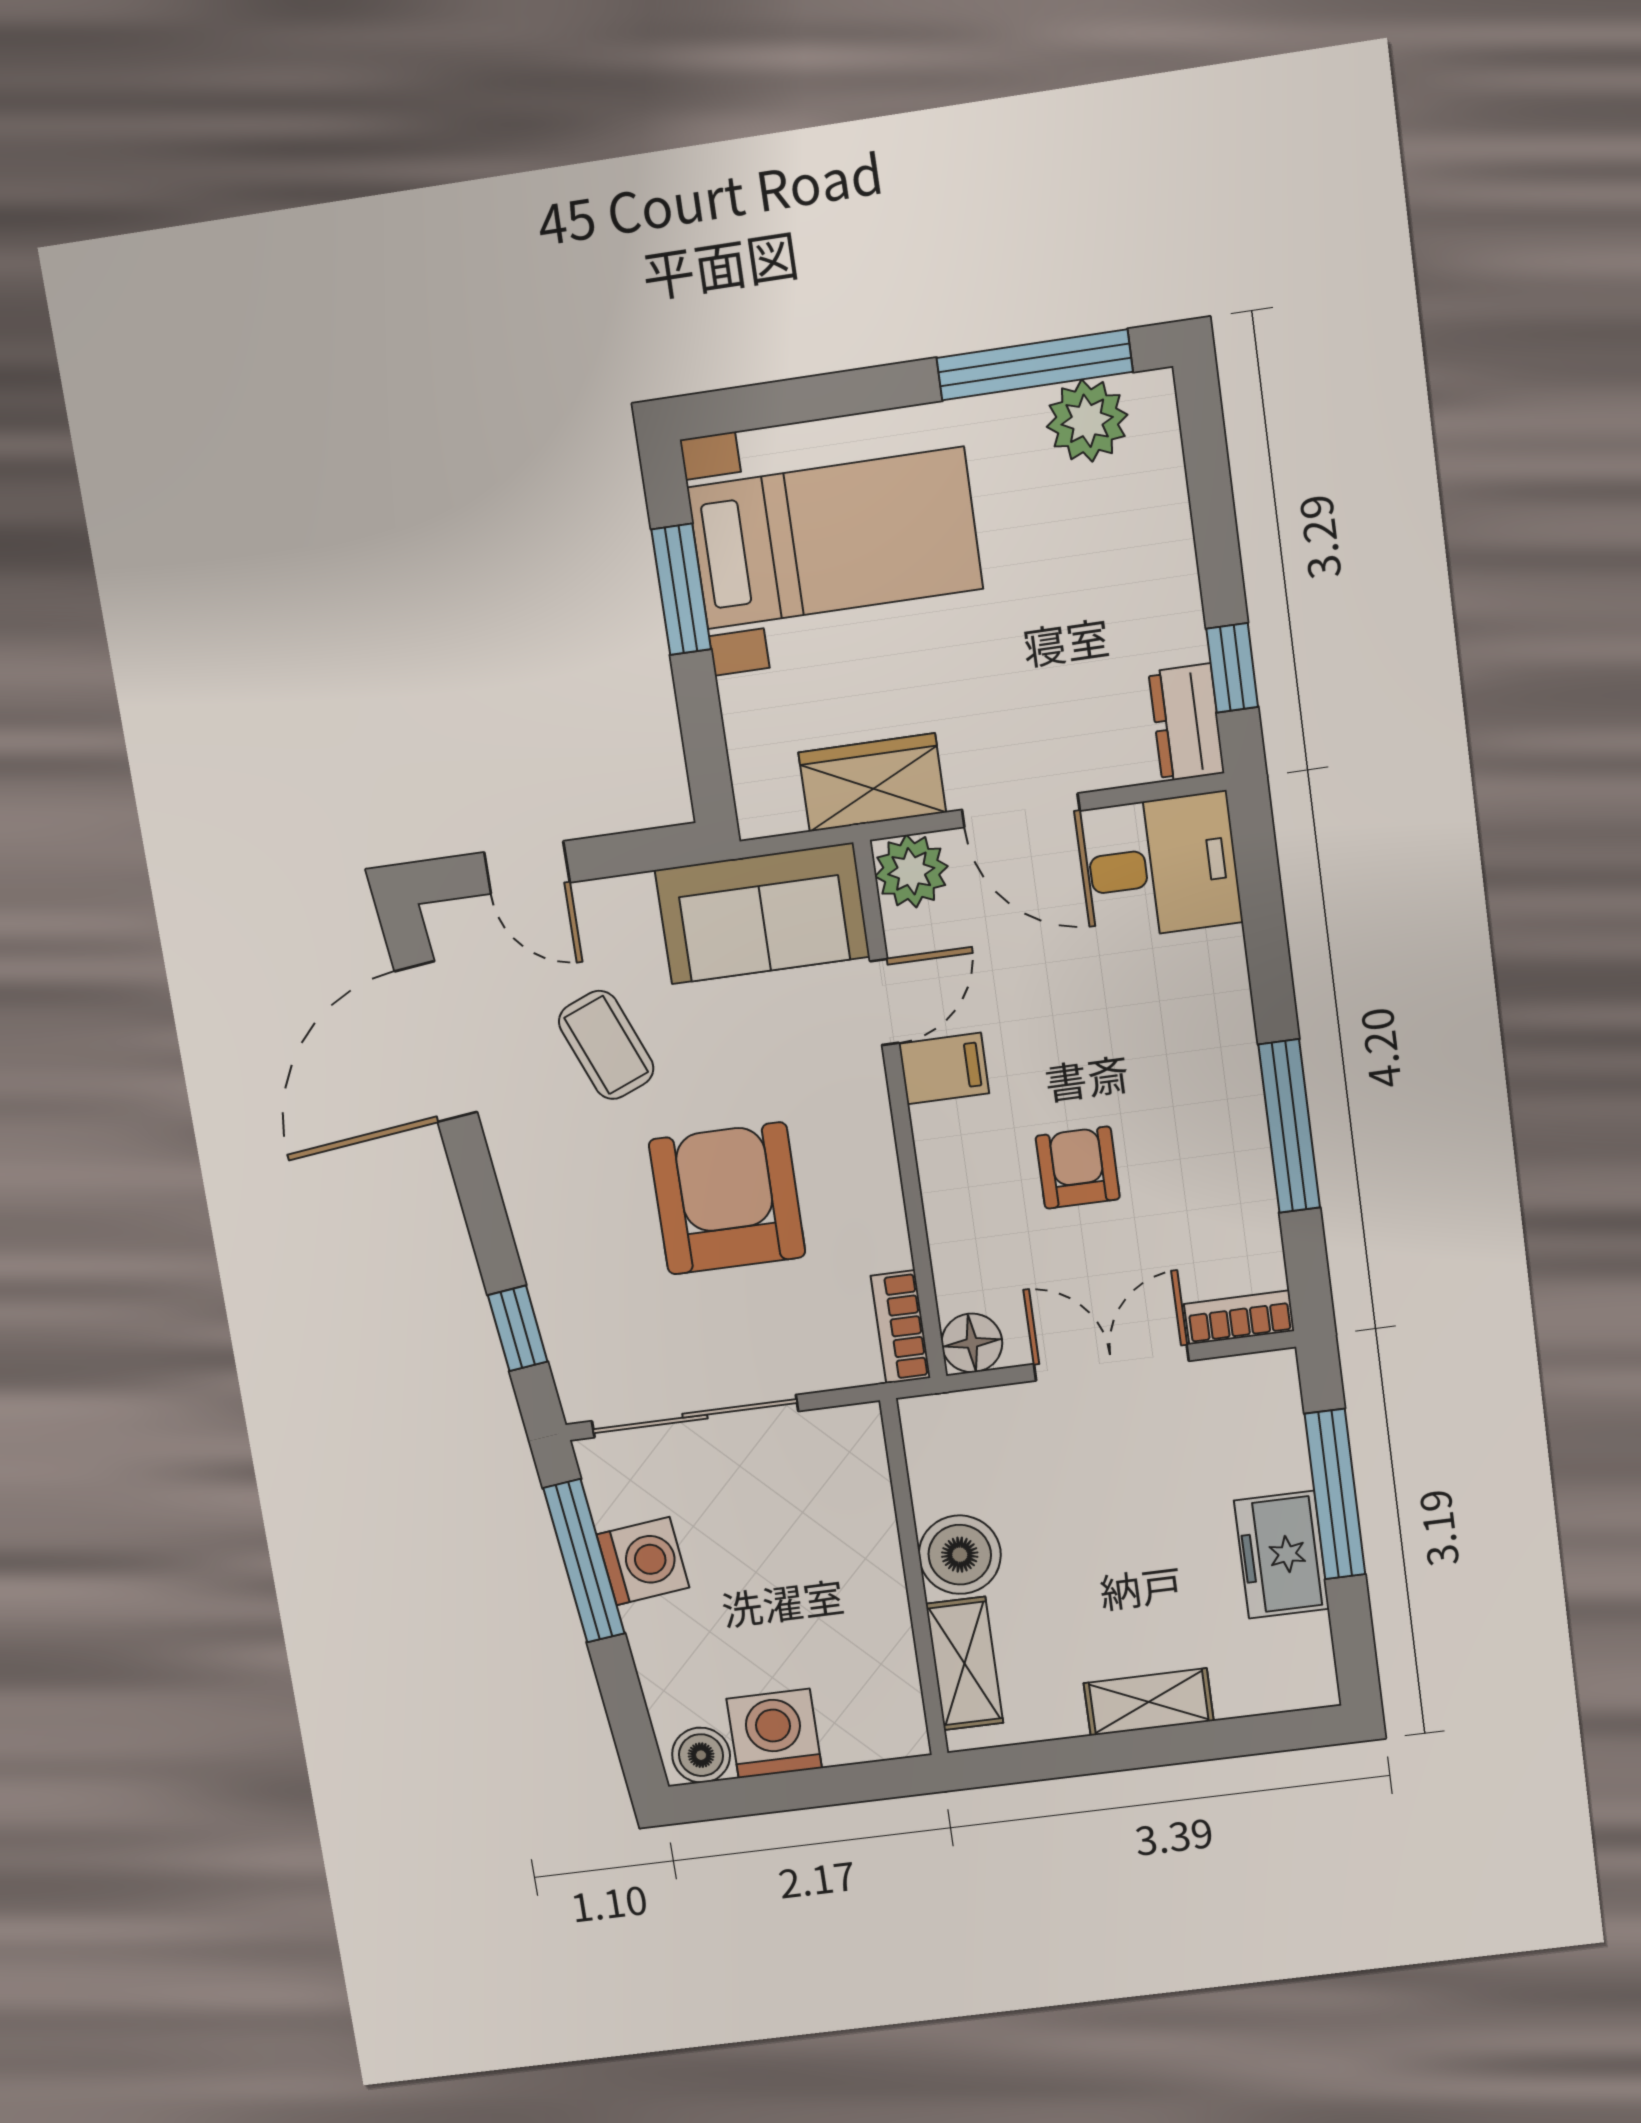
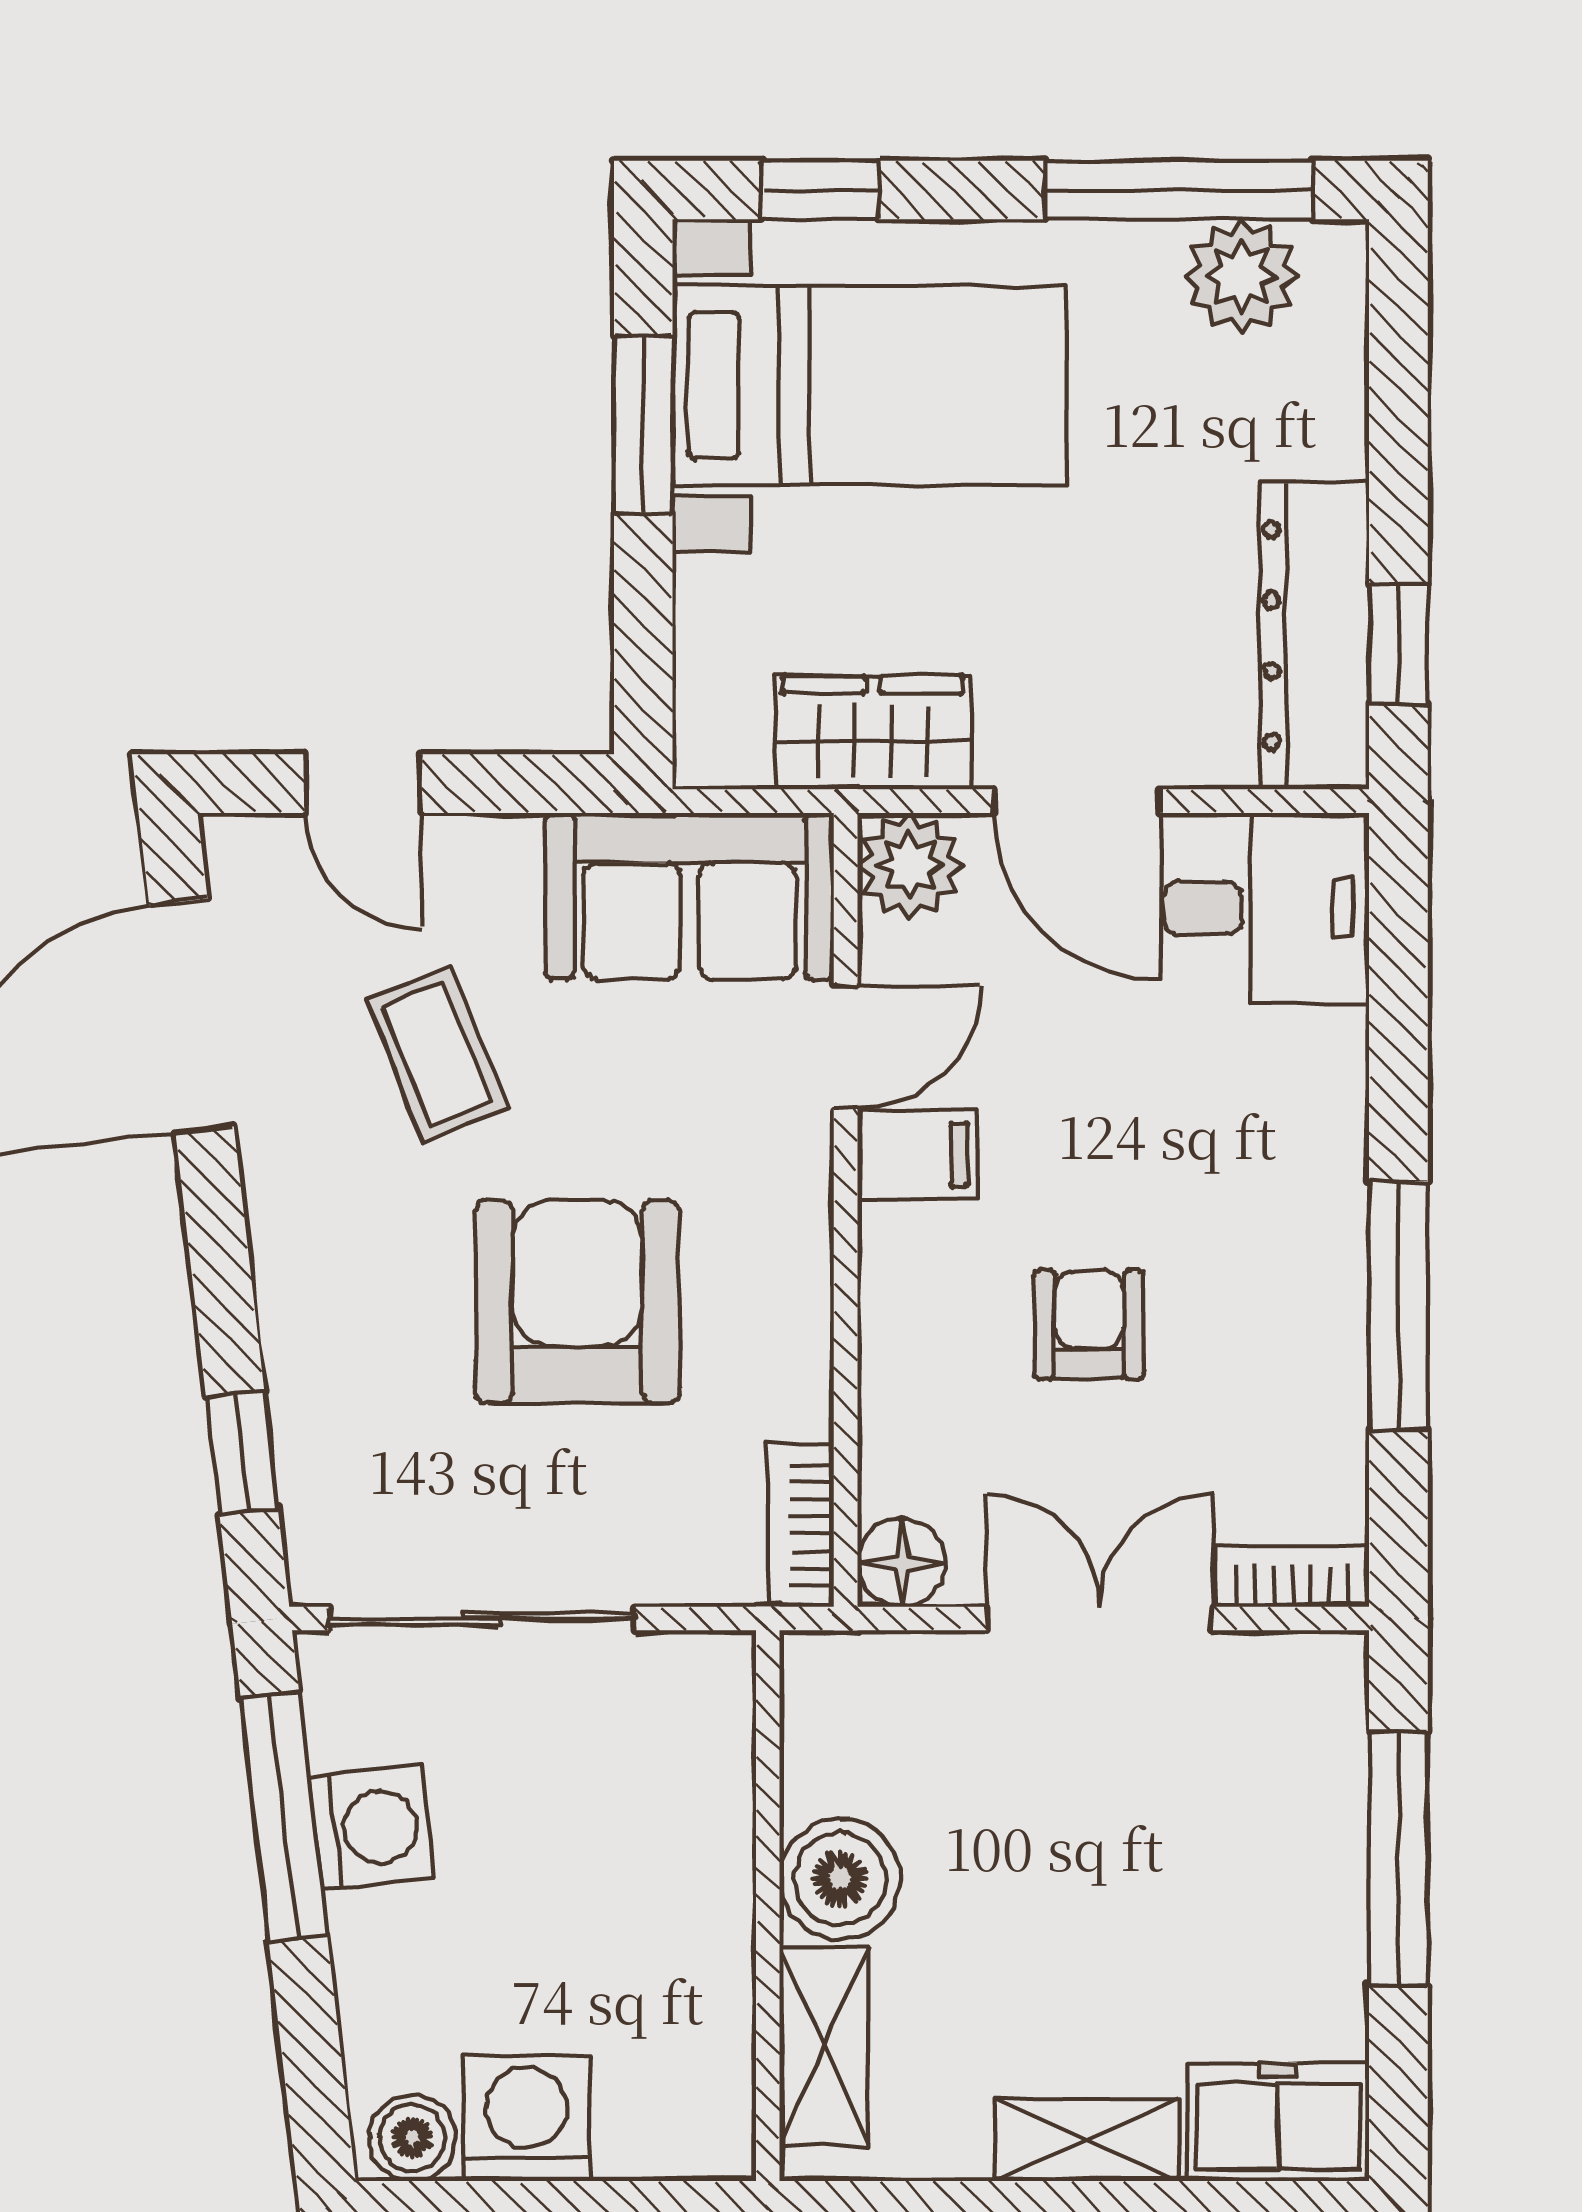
window: (780, 403) -> (820, 190), added
dresser: (1186, 723) -> (1314, 636), width x1.96, depth x1.24
freezer: (1282, 1555) -> (1278, 2122), moved, turned 90

